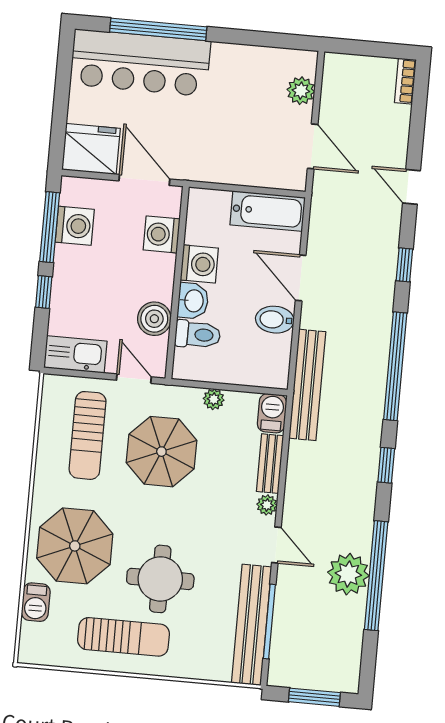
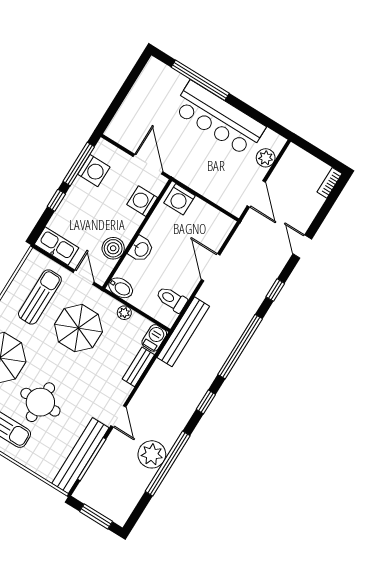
bar counter: (140, 63) -> (219, 119), moved
fridge: (91, 149) -> (126, 130), removed
bathtub: (268, 211) -> (211, 218), removed
washing machine: (199, 264) -> (180, 199), moved, turned 90
bidet: (275, 320) -> (121, 288), moved, turned 180
toilet: (198, 335) -> (172, 299), moved, turned 180
sun lounger: (88, 435) -> (40, 297), turned 180
plant: (267, 505) -> (124, 390), removed

